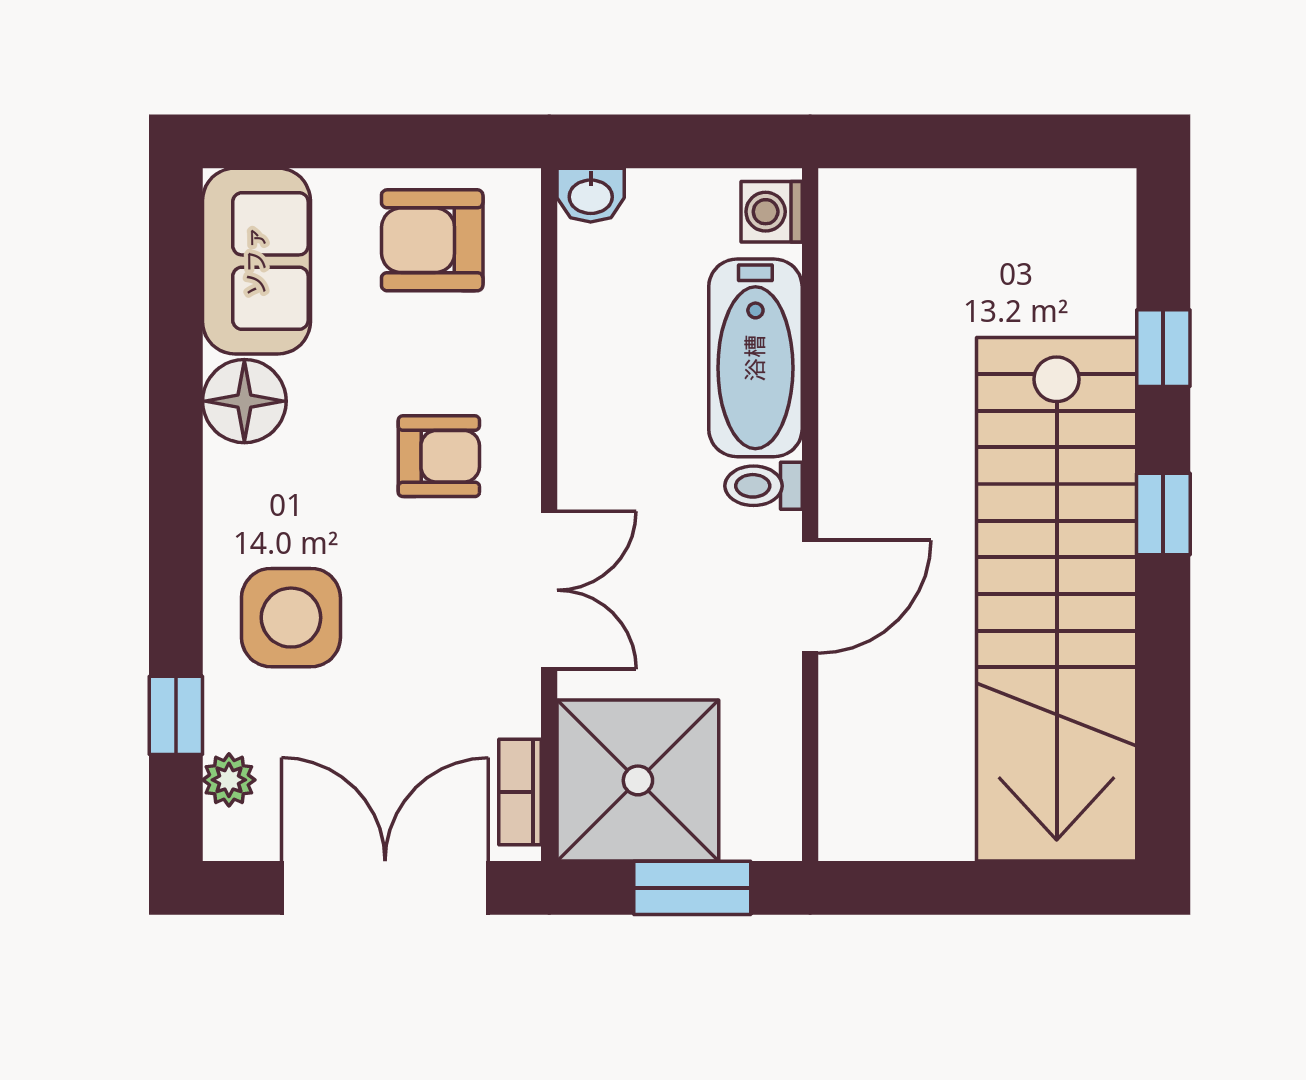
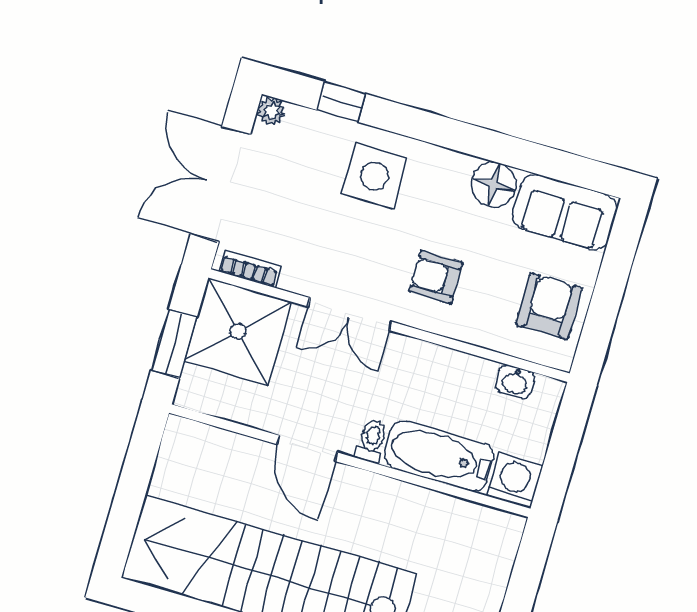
washbasin: (591, 195) -> (515, 382), moved, turned -90
washing machine: (772, 212) -> (514, 480), width x1.38, depth x1.38
armchair: (439, 456) -> (436, 277), turned 90
plant: (229, 780) -> (271, 111), moved
double door: (385, 888) -> (220, 184), swing flipped

